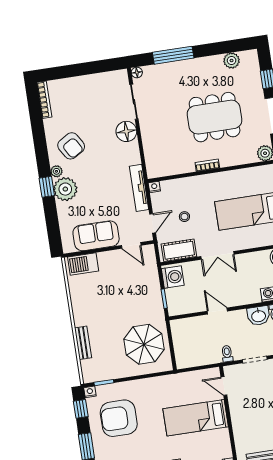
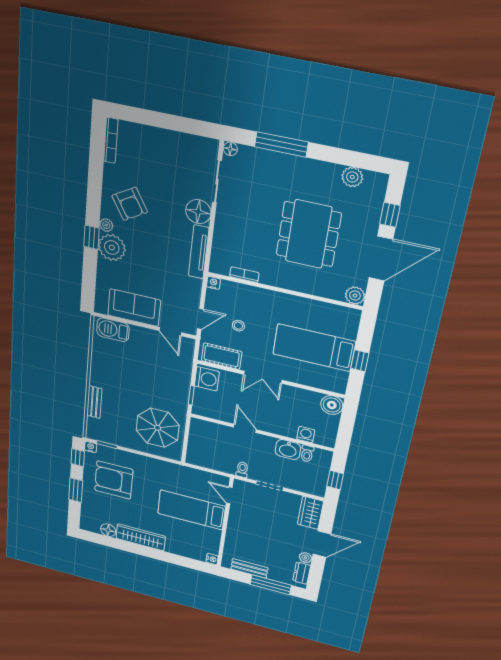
dining table: (215, 117) -> (309, 234), turned 90
bookcase: (207, 165) -> (244, 275), moved
tv unit: (139, 188) -> (199, 252), moved

